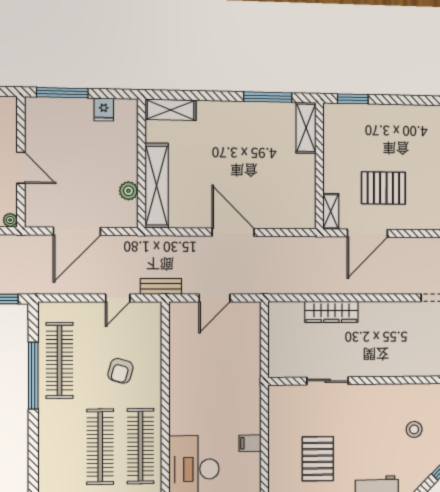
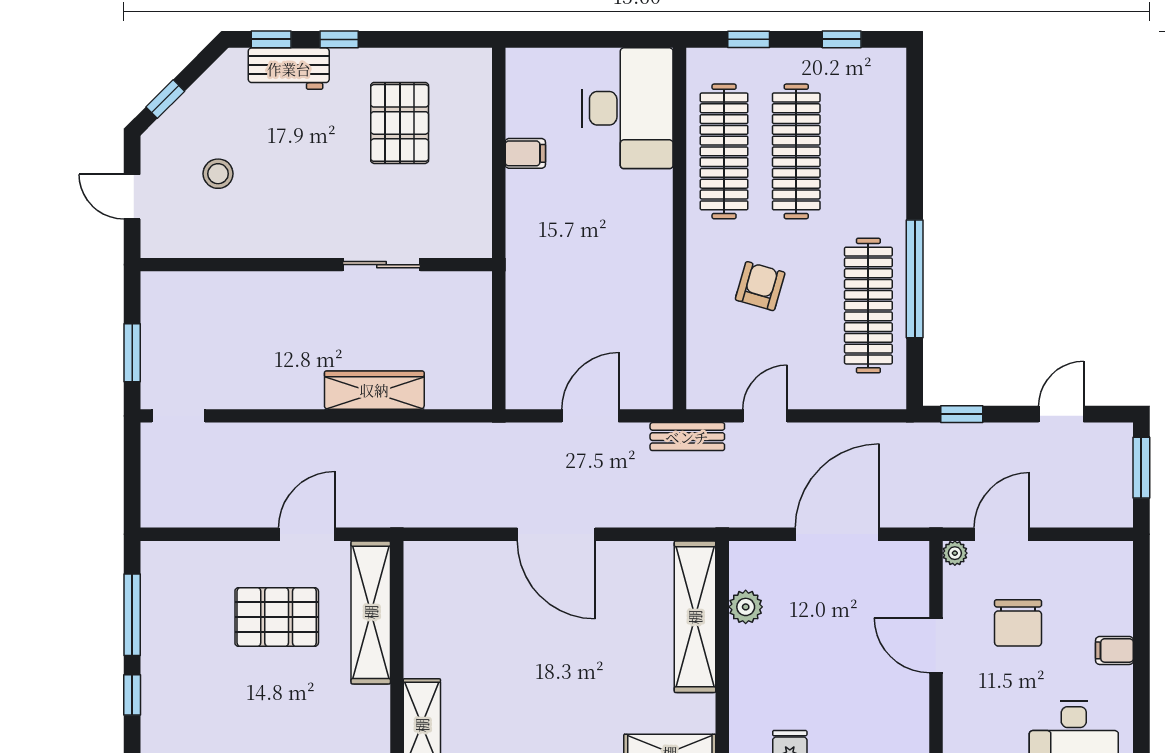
shelving: (331, 211) -> (371, 612), width x2.20, depth x1.33
door: (367, 233) -> (307, 534), width x0.73

